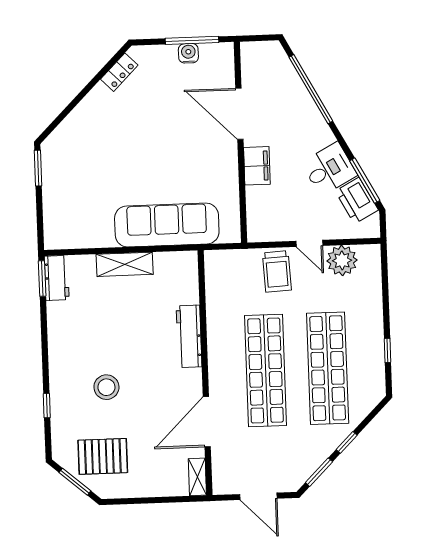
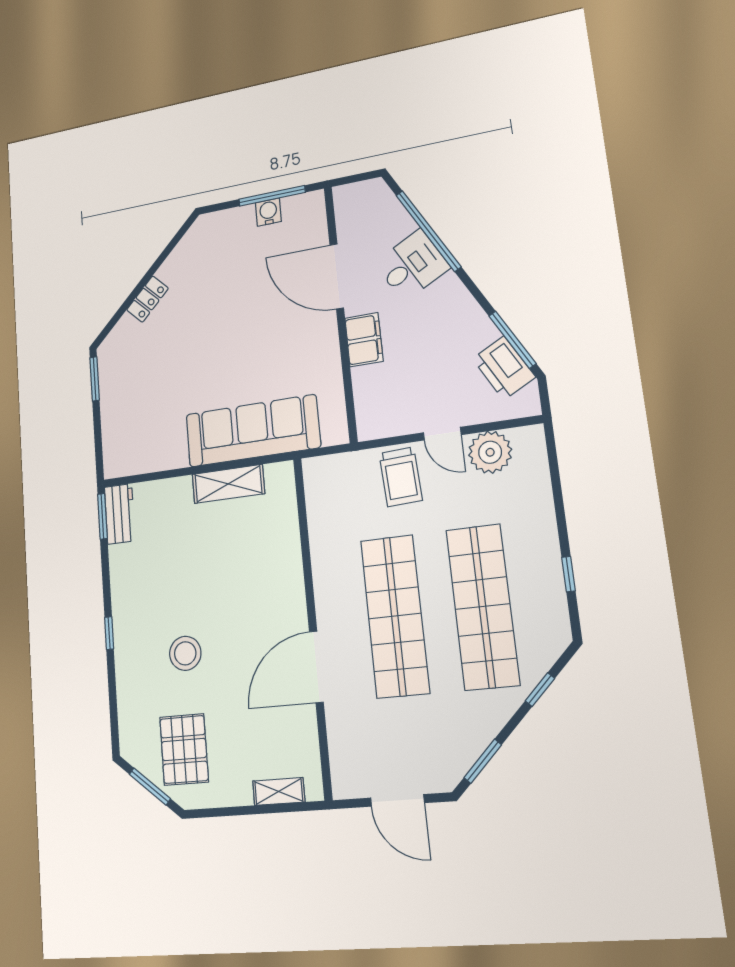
locker: (119, 72) -> (147, 299), moved
desk: (329, 169) -> (412, 265), moved
shelving: (125, 264) -> (228, 484), moved
workbench: (189, 336) -> (288, 576), removed
window: (47, 406) -> (109, 633), moved
door: (207, 422) -> (316, 667), moved
window: (347, 442) -> (540, 690), moved
pallet: (103, 456) -> (184, 749), turned 90
shelving: (197, 477) -> (279, 791), moved, turned 90

